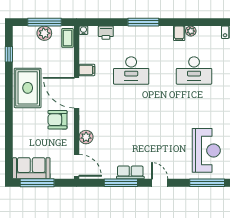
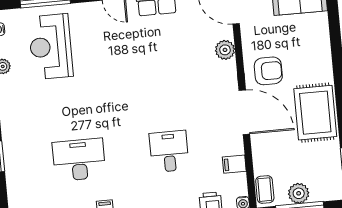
filing cabinet: (87, 70) -> (234, 164), moved
desk: (131, 70) -> (169, 151), width x0.73

